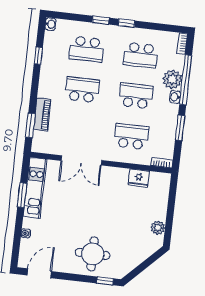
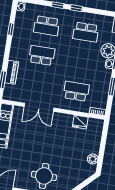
school desk: (136, 96) -> (81, 62), removed

